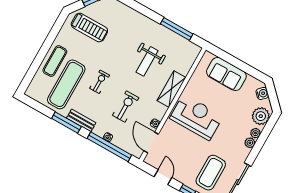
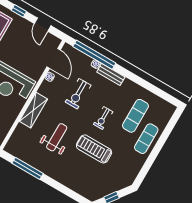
treadmill: (89, 27) -> (94, 149), moved
exercise mat: (66, 84) -> (135, 116), width x0.73, depth x0.69
bench: (81, 120) -> (111, 74), moved
window: (66, 122) -> (136, 79), removed

